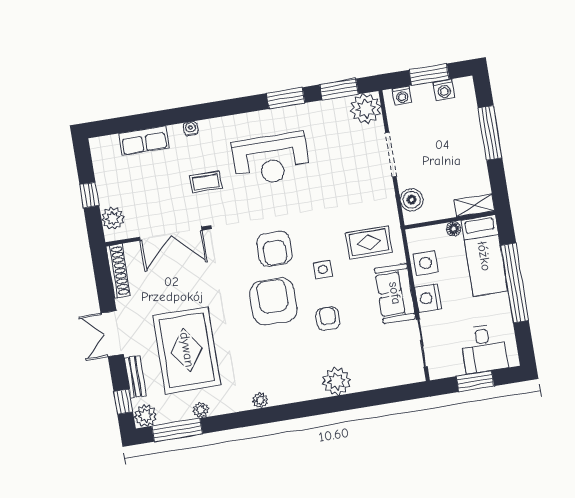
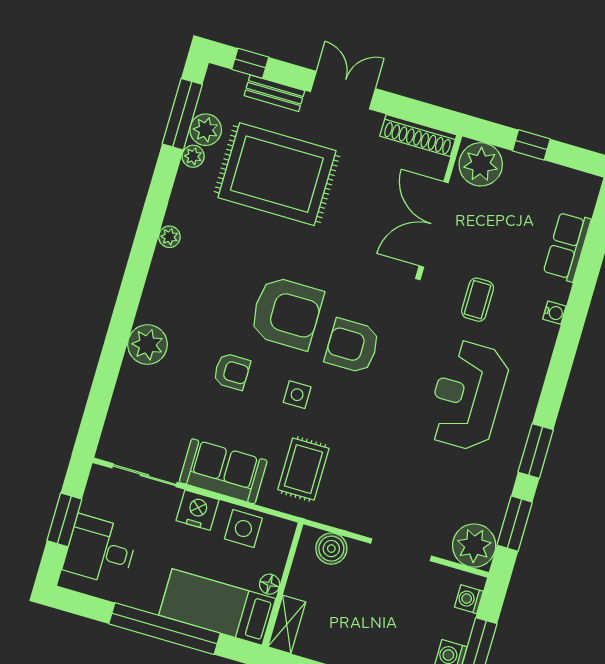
plant: (113, 218) -> (481, 164), width x1.36, depth x1.36
plant: (145, 416) -> (206, 130), moved

